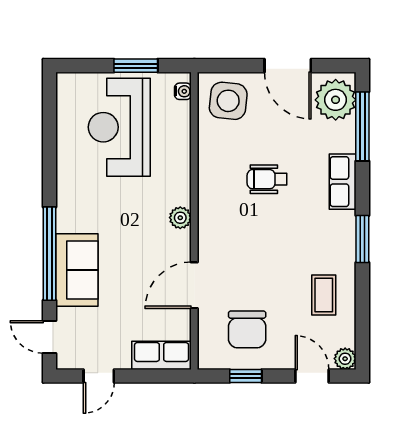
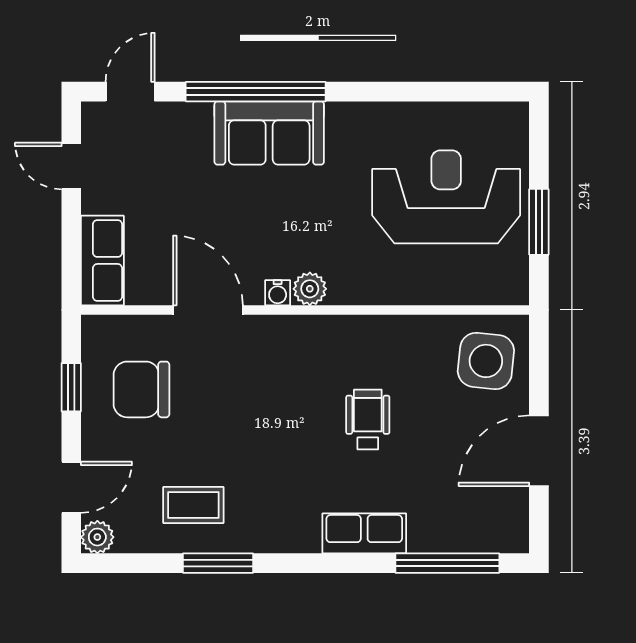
water cooler: (183, 91) -> (278, 293), moved
plant: (336, 100) -> (487, 523), removed
window: (362, 239) -> (218, 563), moved
sofa: (77, 270) -> (269, 133), moved

